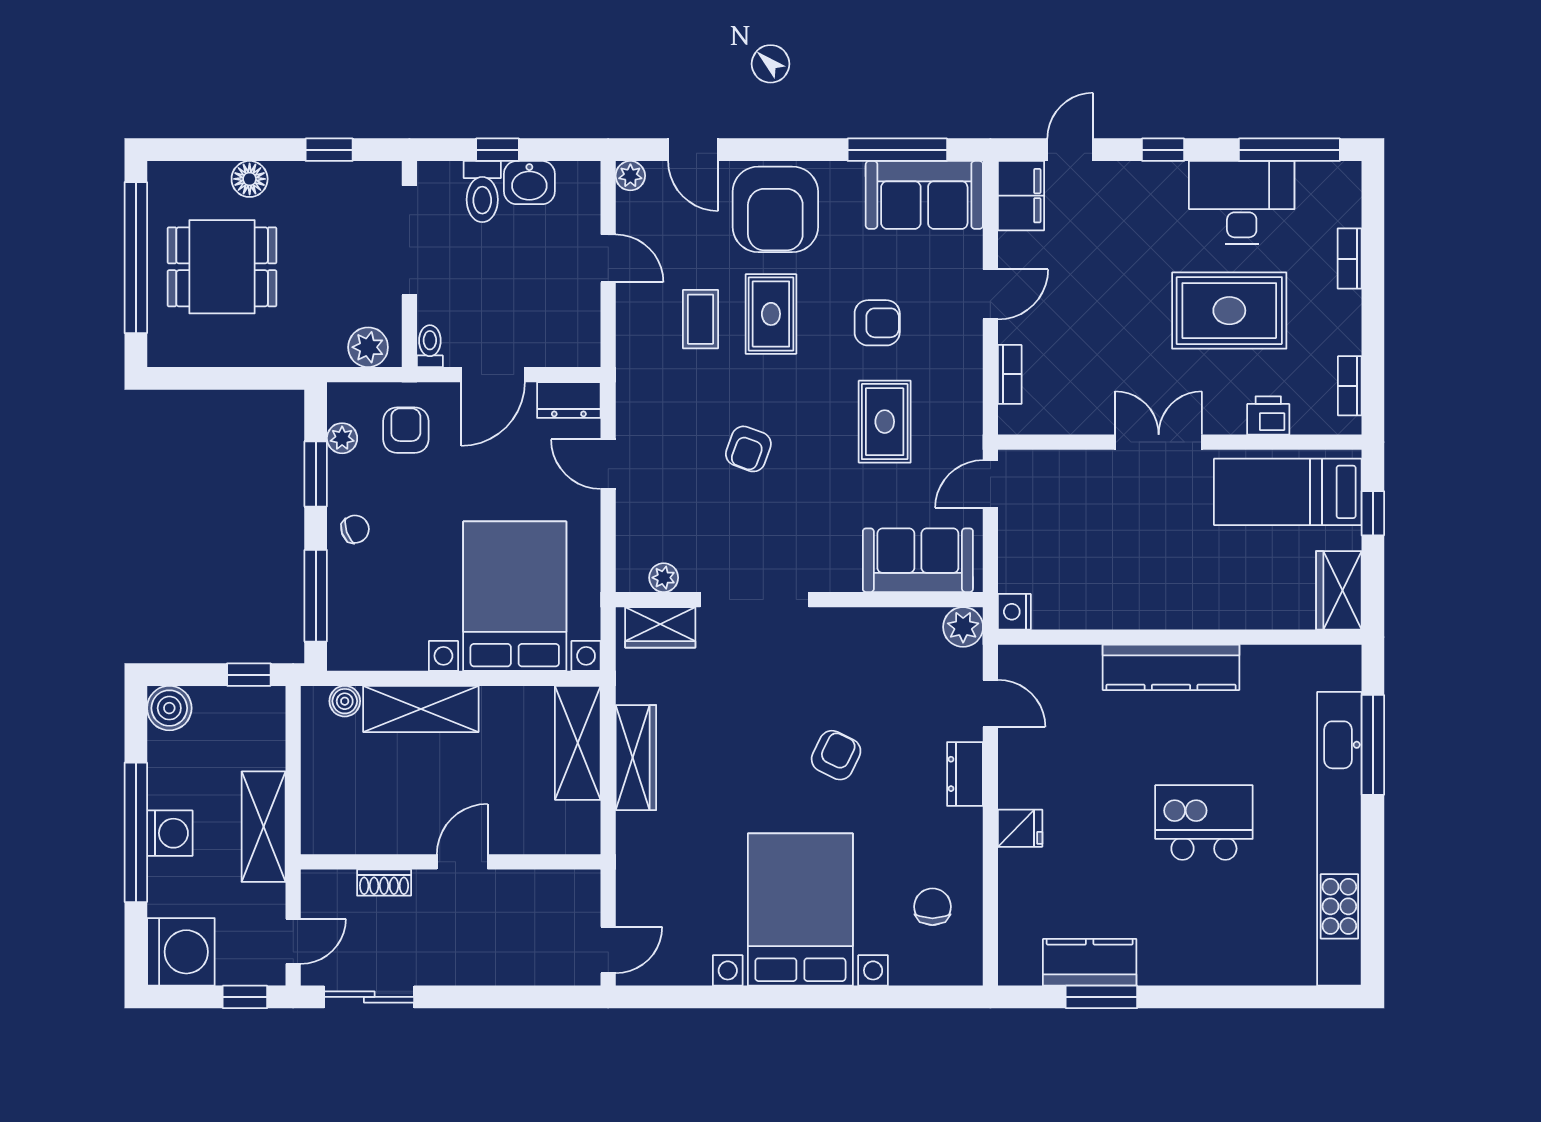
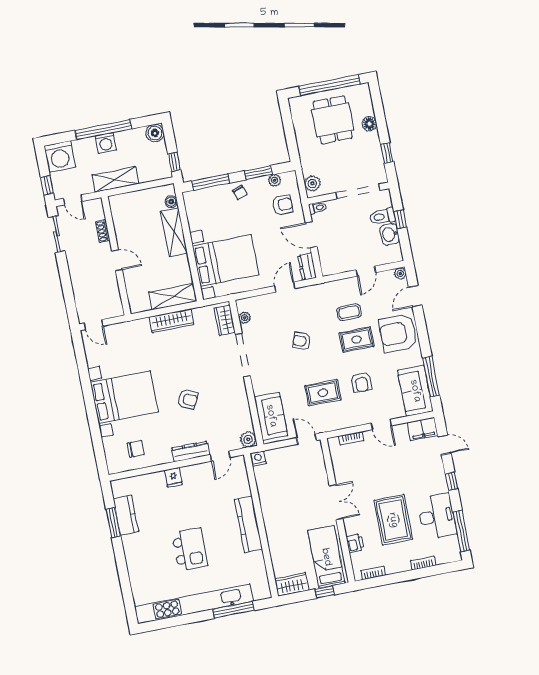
dresser: (965, 774) -> (190, 451), width x1.44

